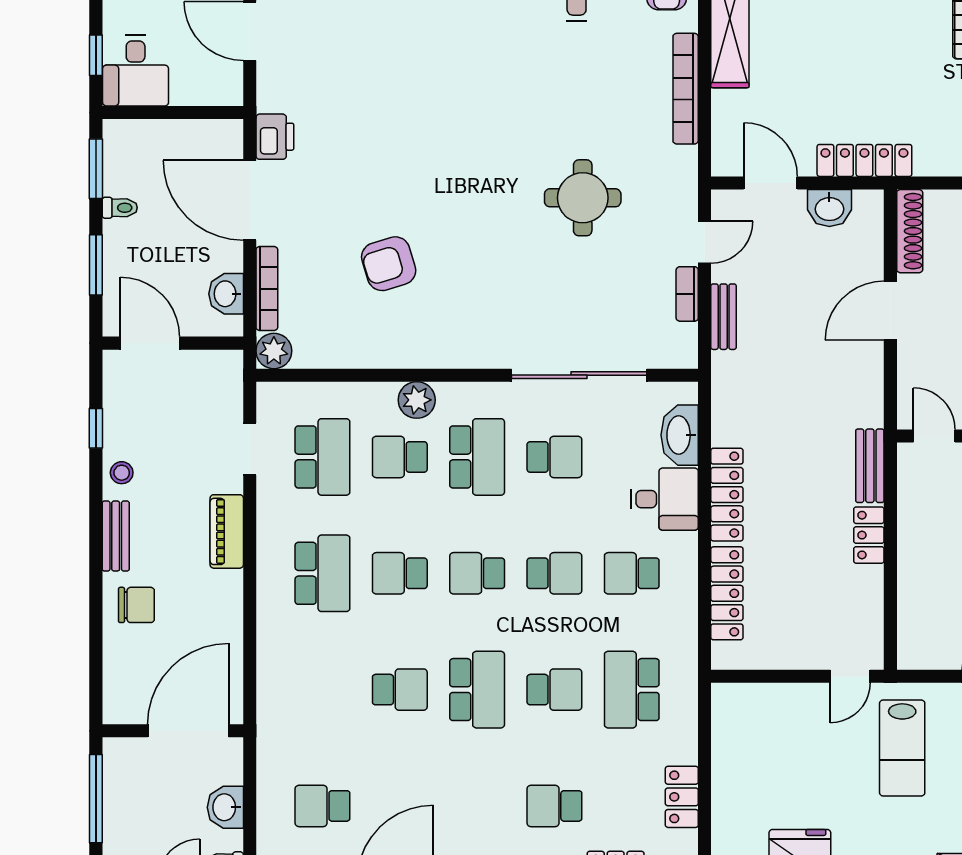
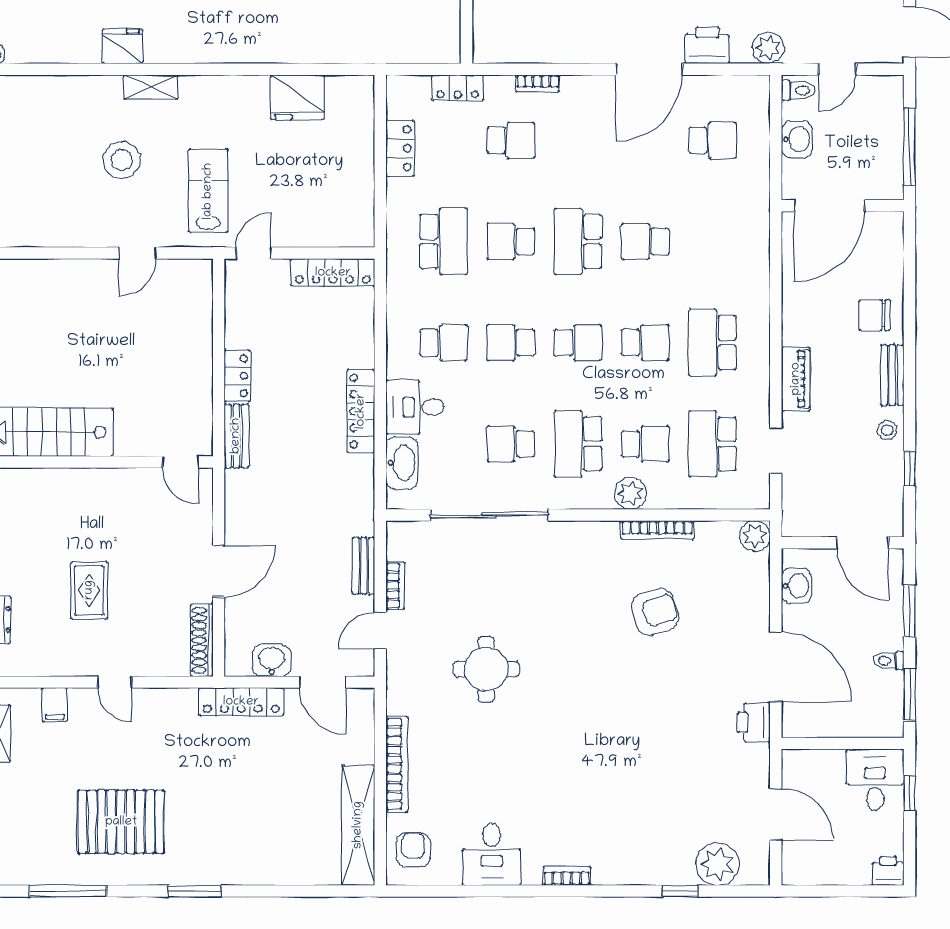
bookcase: (267, 289) -> (657, 530), moved, turned -90
locker: (727, 593) -> (333, 273), moved, turned -90

